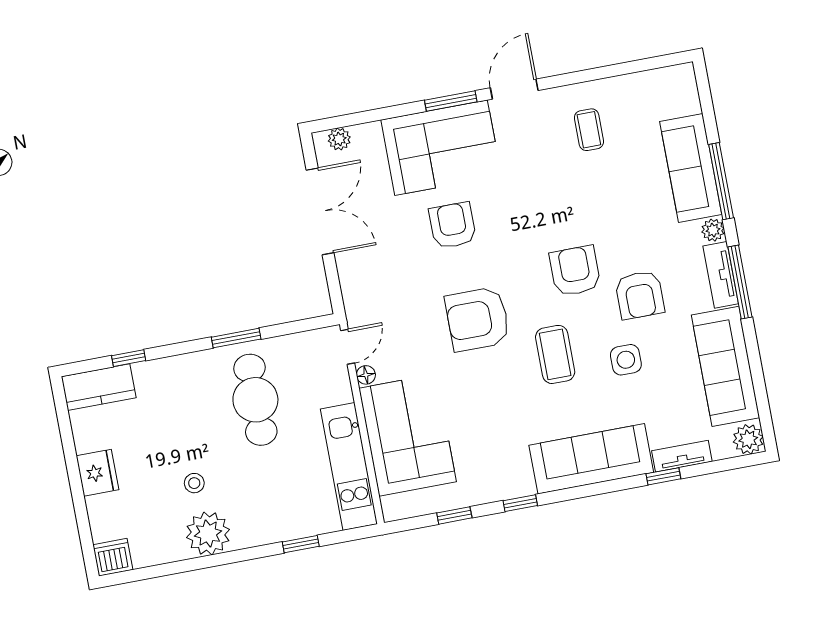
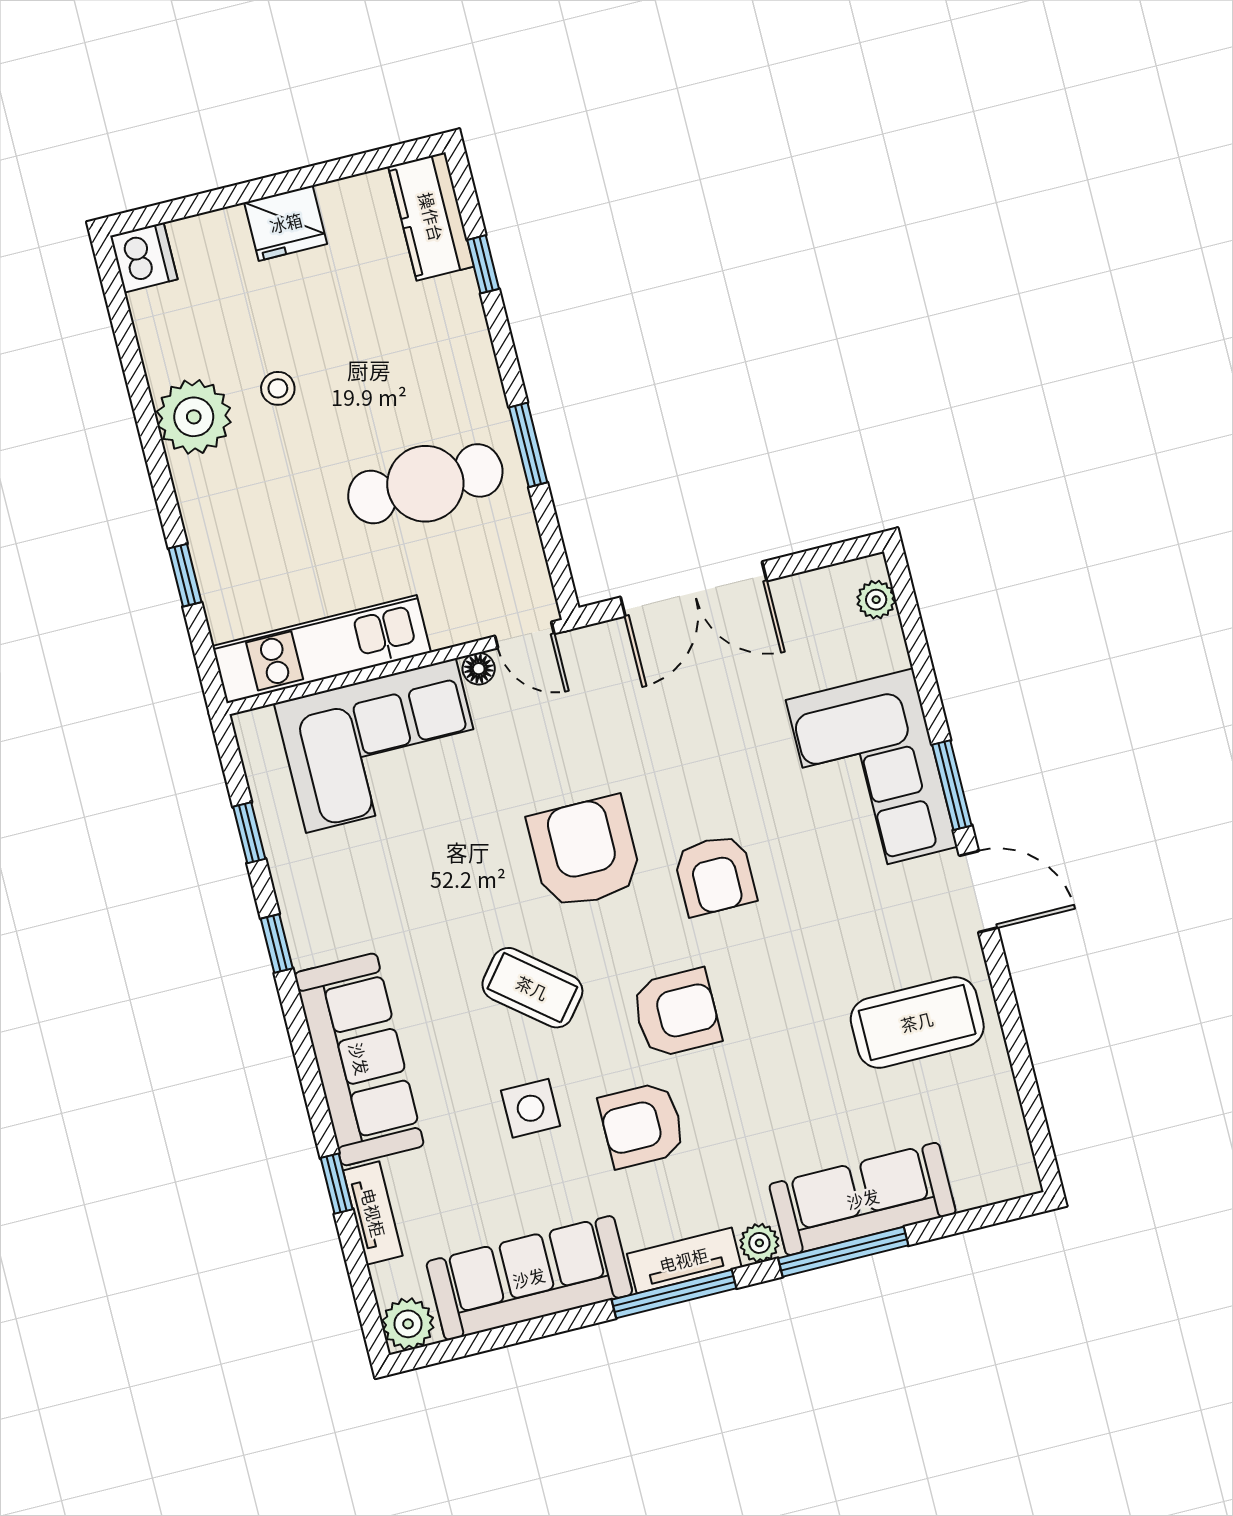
coffee table: (589, 130) -> (917, 1022), width x1.86, depth x1.72
double door: (320, 211) -> (694, 589), moved
armchair: (453, 225) -> (715, 875), moved, turned 90
coffee table: (555, 354) -> (532, 988), turned 39

